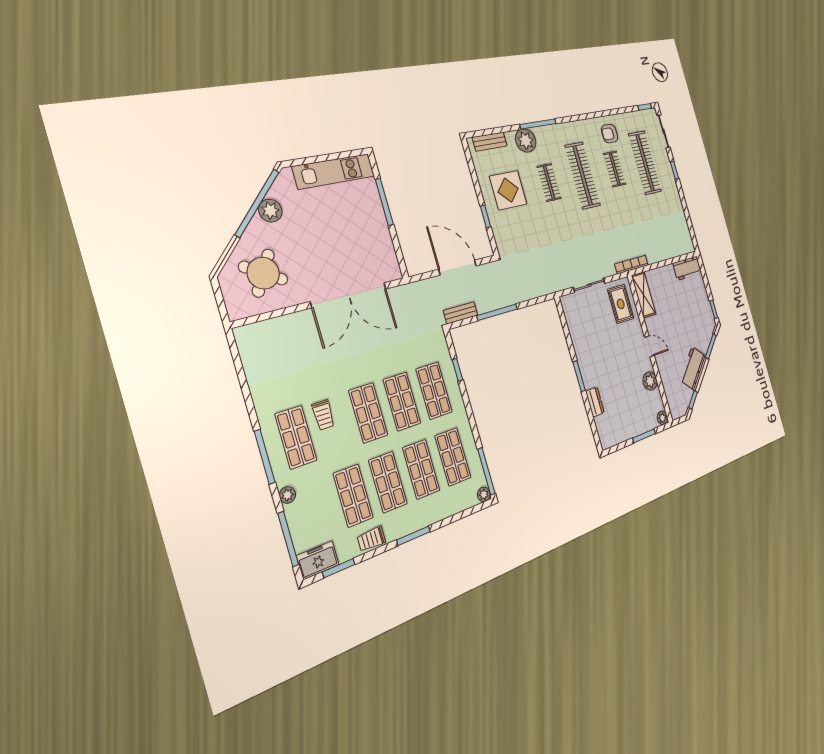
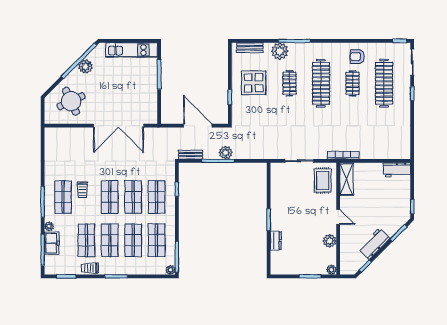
round table: (263, 273) -> (71, 101), turned 34
plant: (503, 297) -> (226, 153), added
freezer: (318, 560) -> (52, 243), moved, turned 90

